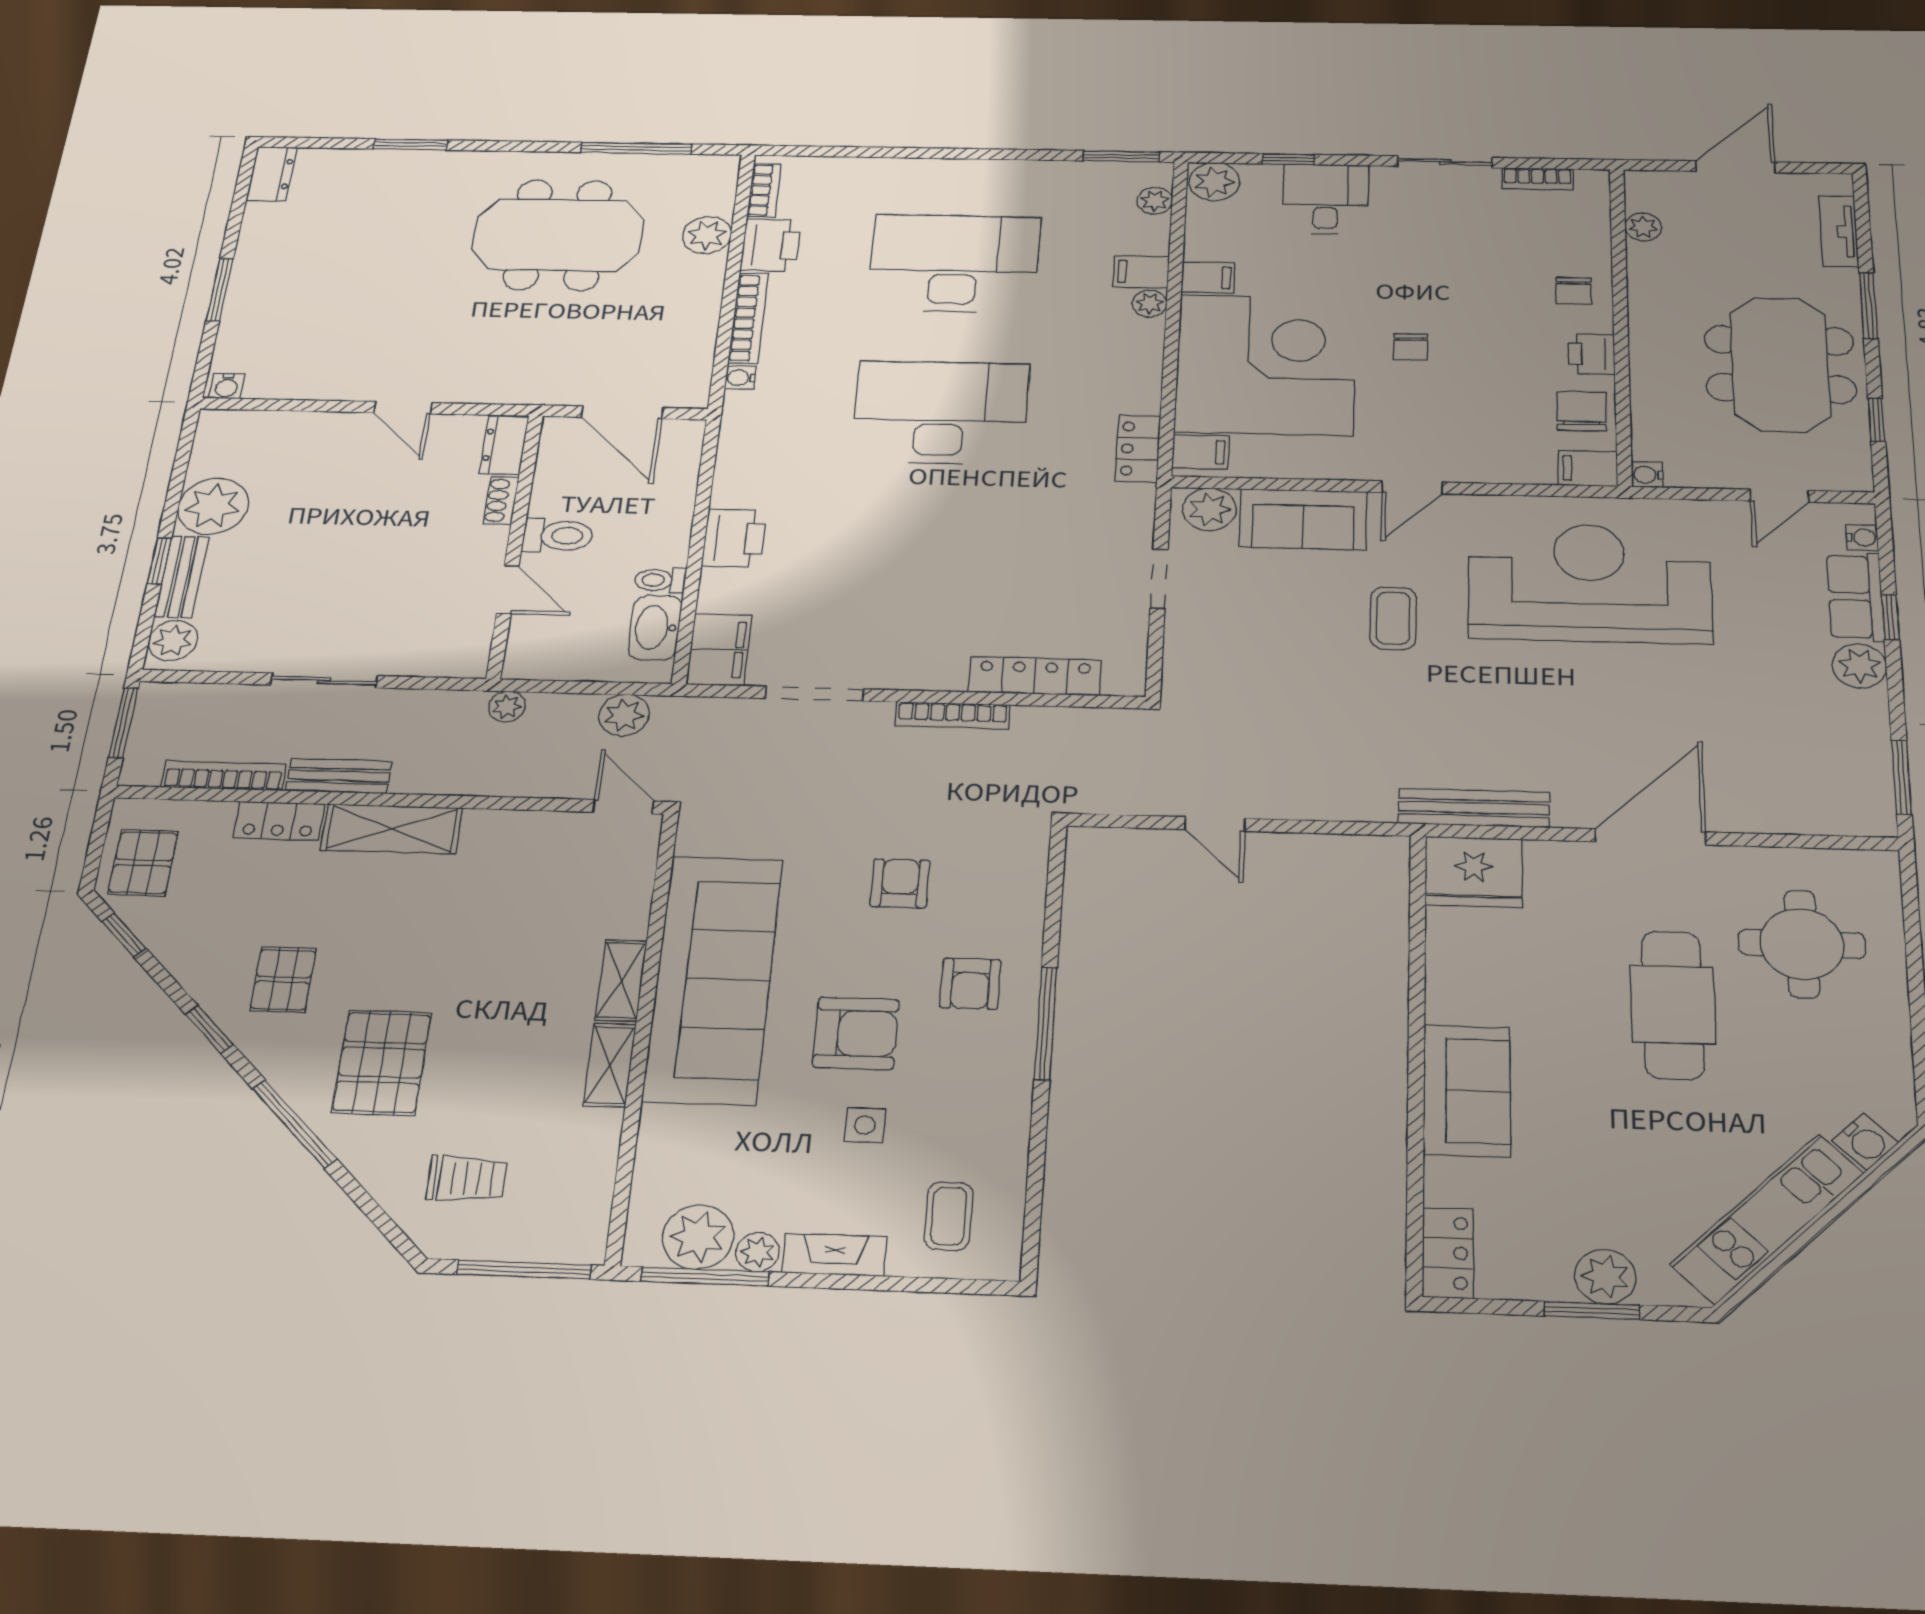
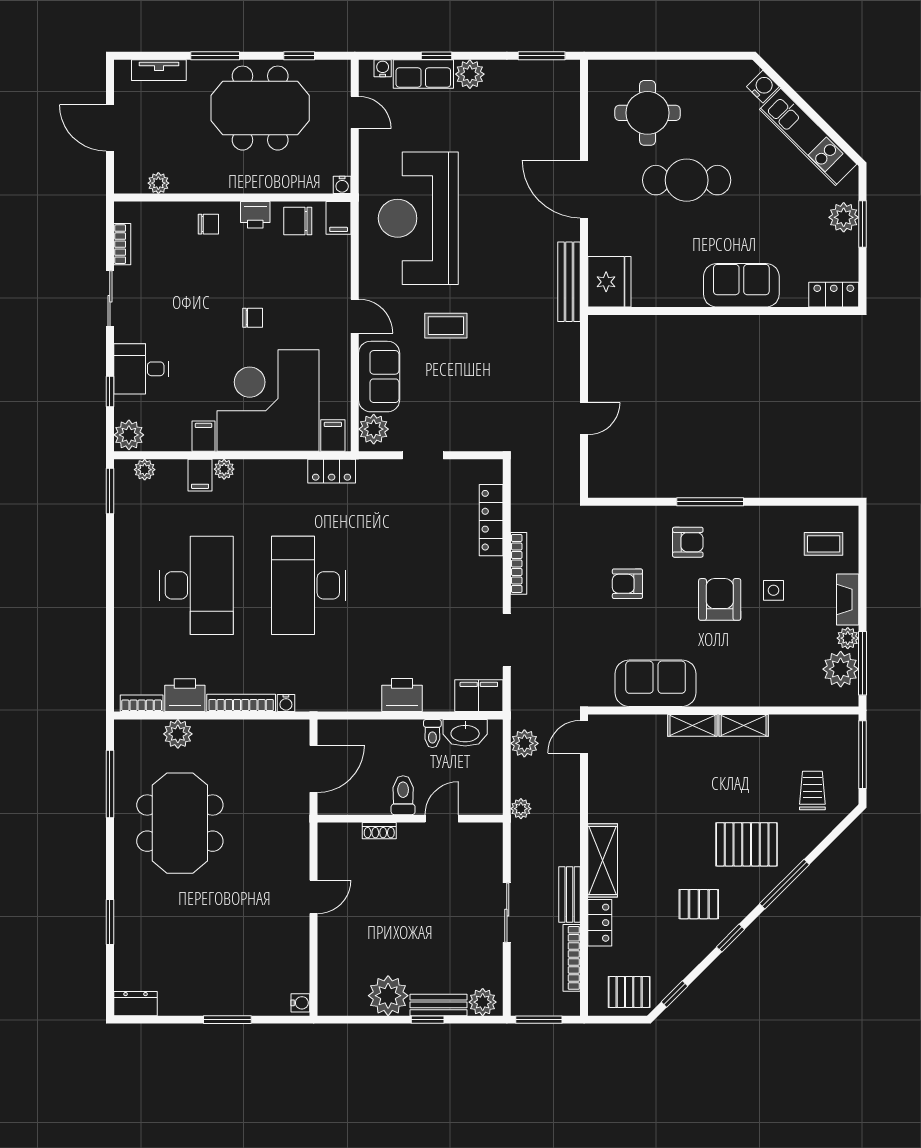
desk: (954, 263) -> (196, 585), turned 180
dresser: (504, 445) -> (339, 834), removed
sofa: (713, 979) -> (656, 683), width x0.54, depth x0.79

